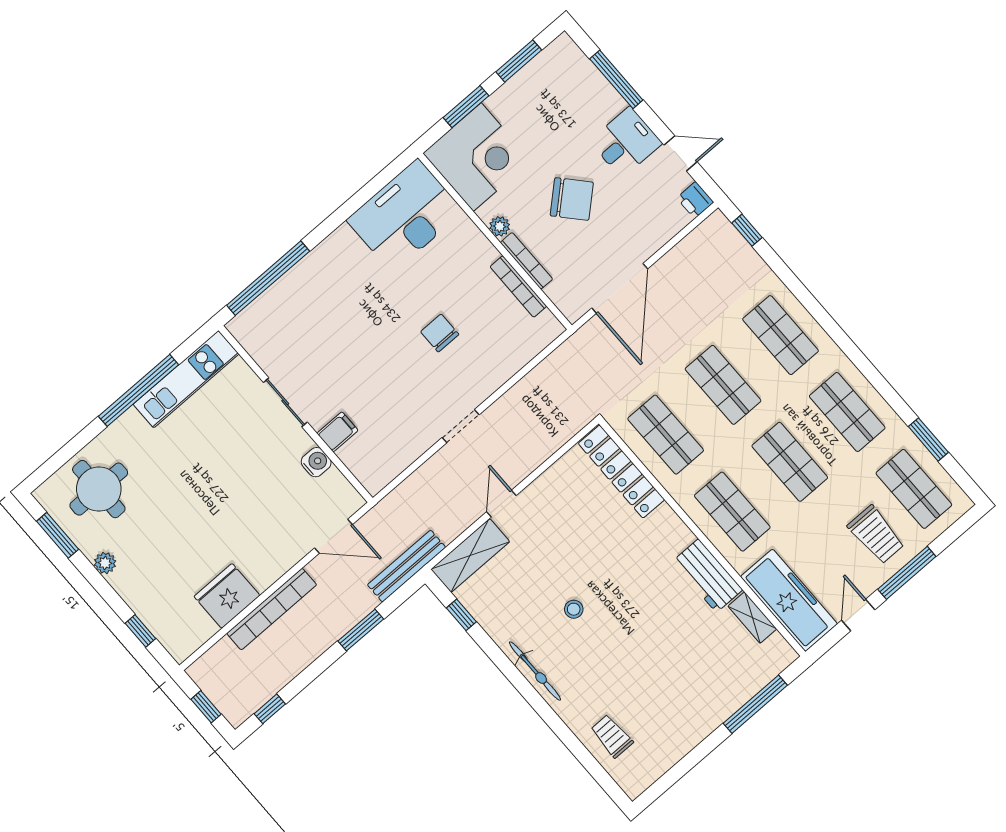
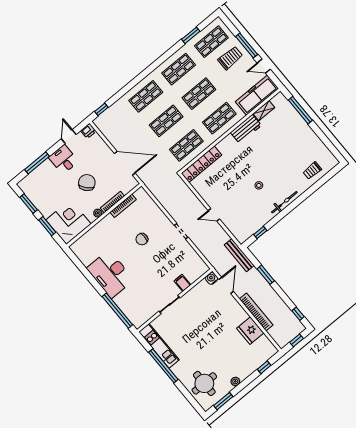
desk: (405, 216) -> (110, 274), moved
water cooler: (316, 462) -> (212, 278), moved
shelving: (470, 555) -> (235, 228), removed

